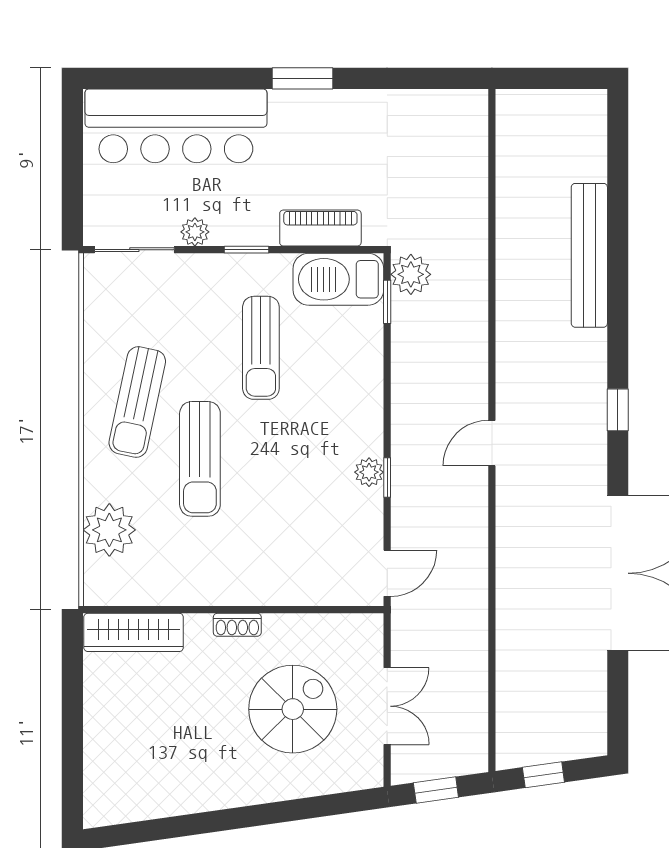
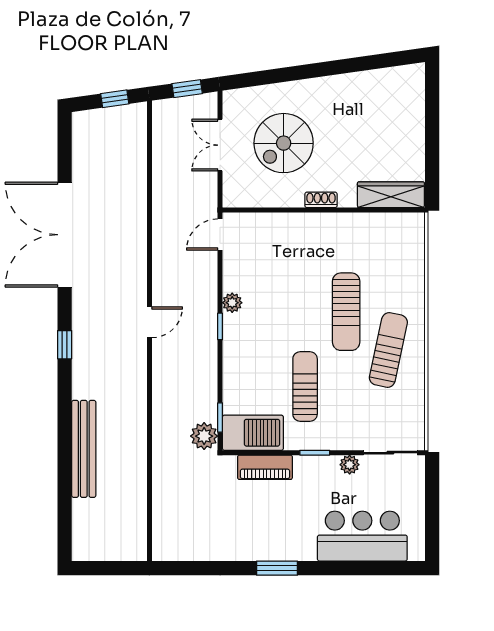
bar counter: (176, 126) -> (362, 536), width x0.73
sun lounger: (200, 459) -> (346, 312), turned 180
window: (387, 478) -> (220, 326), moved
plant: (109, 530) -> (407, 264), removed

